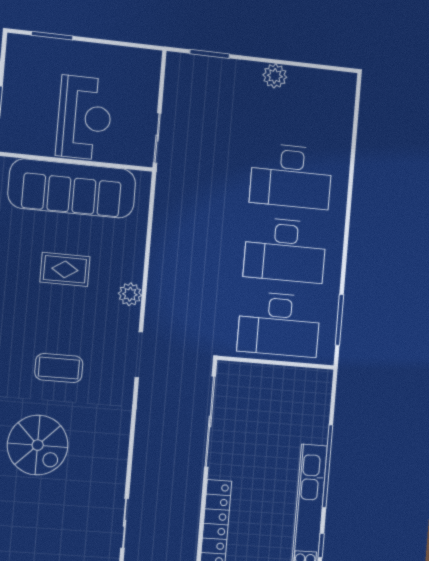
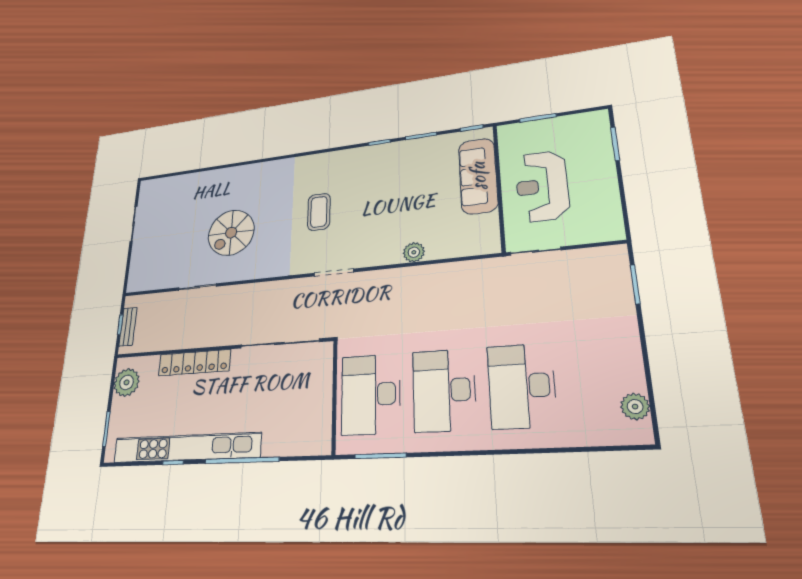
plant: (275, 76) -> (635, 407), moved
reception desk: (84, 118) -> (542, 186), turned 90
sofa: (72, 188) -> (478, 176), width x0.74, depth x0.79
rug: (65, 269) -> (402, 199), removed
plant: (130, 294) -> (414, 252), moved
spiral stairs: (38, 445) -> (231, 233), moved

